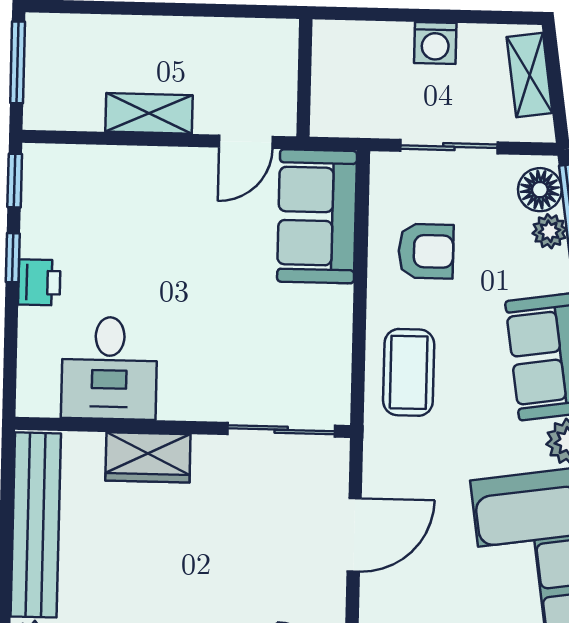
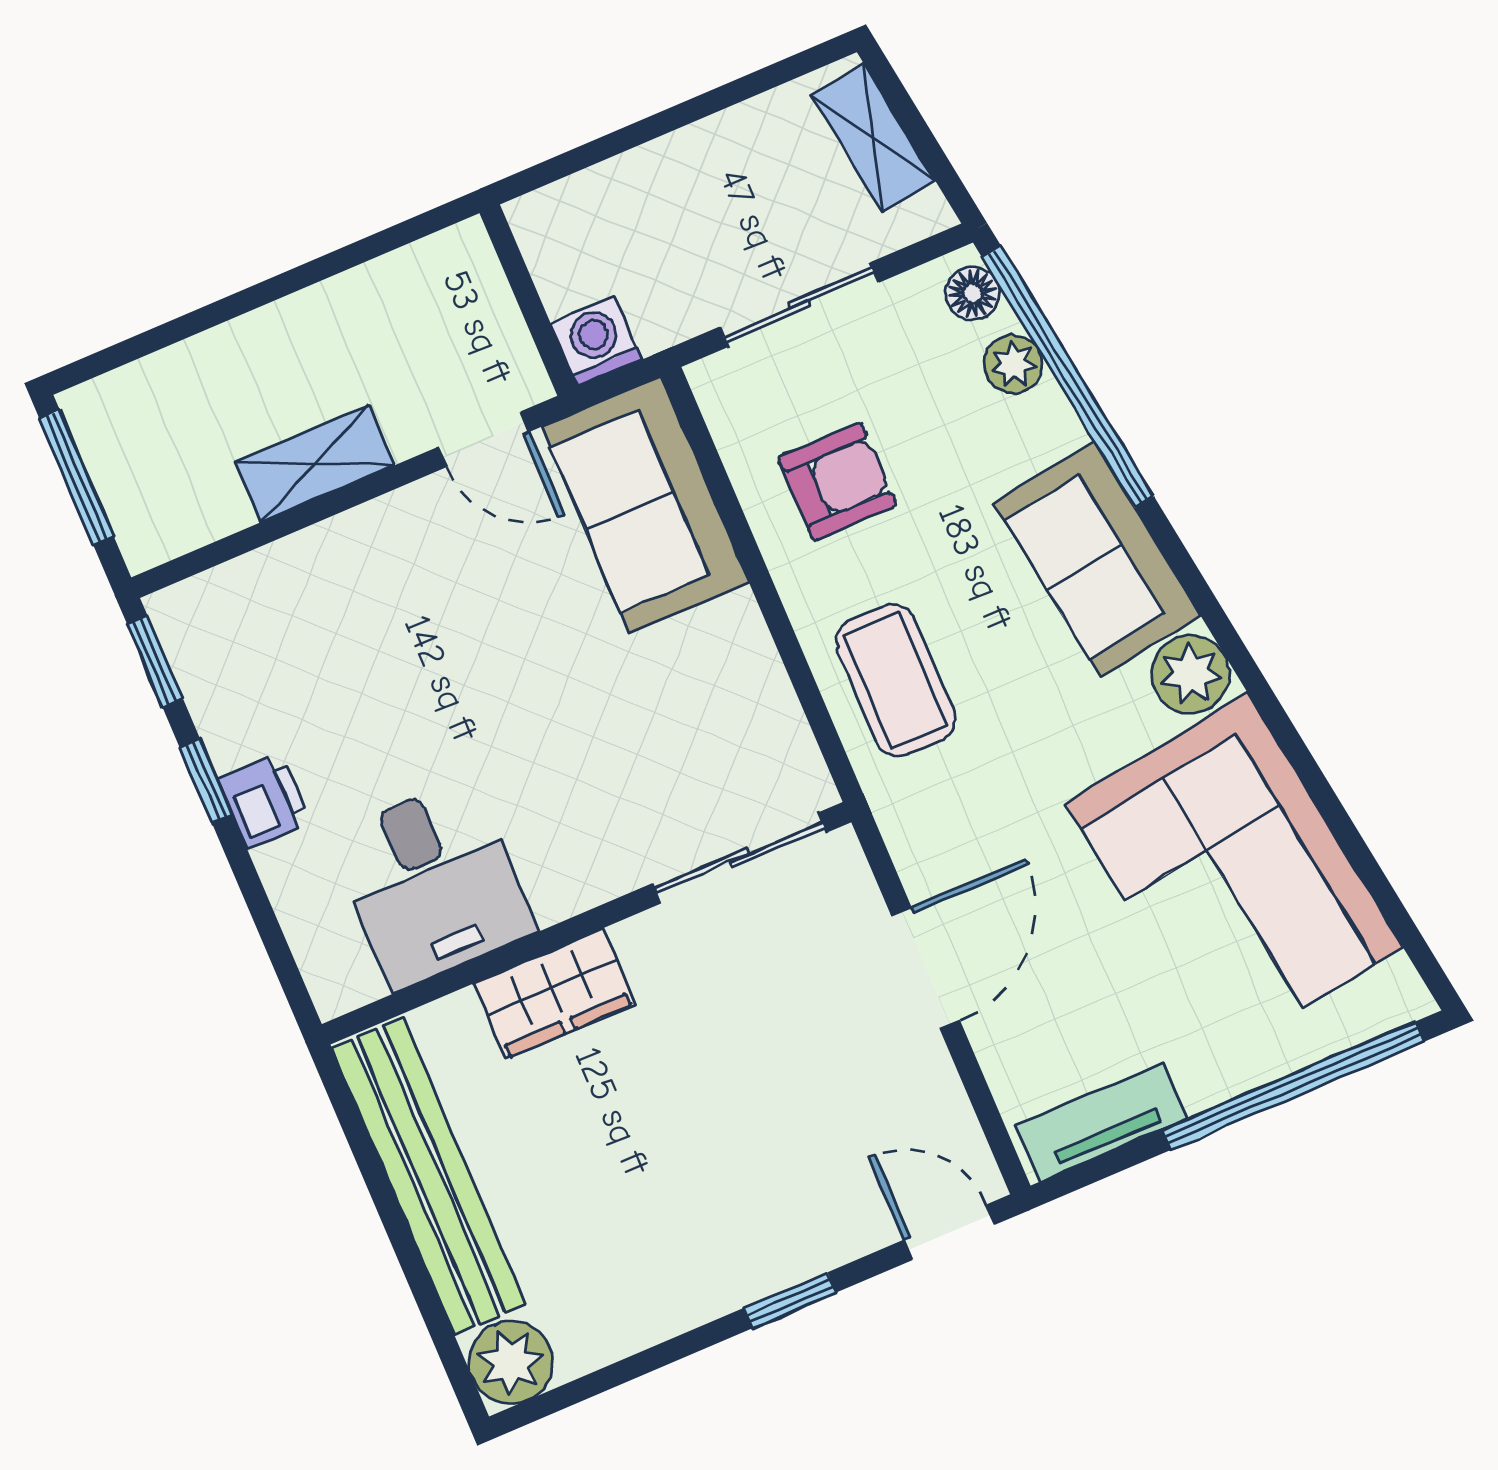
washing machine: (435, 43) -> (596, 341), moved, turned 180
door: (246, 142) -> (483, 439), hinge flipped
floor lamp: (540, 190) -> (973, 293), width x0.73, depth x0.73

